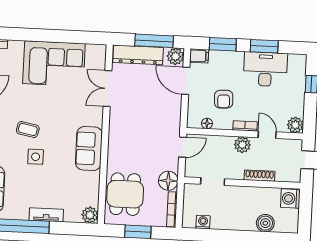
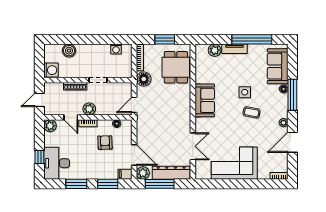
desk: (265, 69) -> (57, 163), moved, turned 90
doorway: (213, 181) -> (98, 80), moved
plant: (90, 215) -> (215, 50), moved

